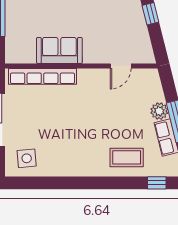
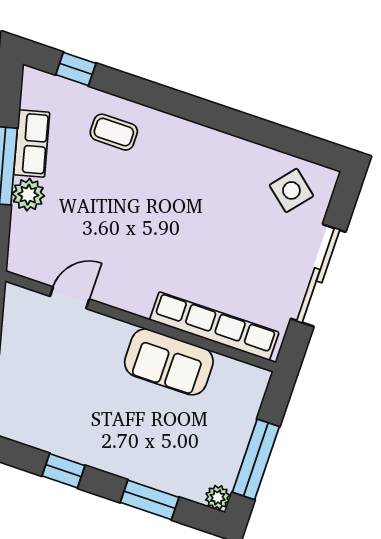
coffee table: (127, 157) -> (114, 132), width x0.73, depth x0.77
side table: (27, 158) -> (291, 190), turned 45

